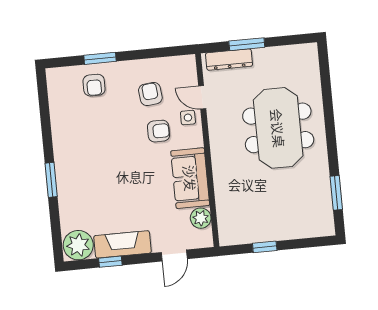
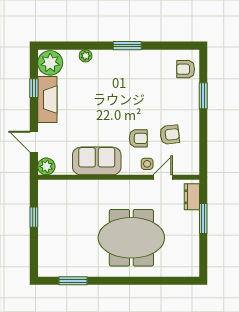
dresser: (229, 60) -> (192, 197), width x0.70
armchair: (94, 85) -> (186, 69), moved
armchair: (158, 131) -> (138, 138), turned -90
window: (51, 180) -> (127, 46), moved
plant: (66, 204) -> (86, 56), added
plant: (201, 218) -> (46, 166), moved

